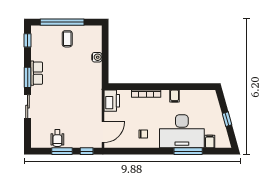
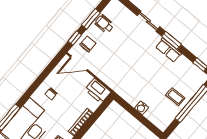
door: (103, 132) -> (79, 63), hinge flipped
chair: (83, 138) -> (88, 44), added

